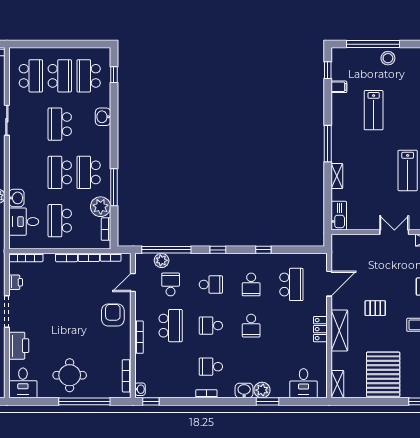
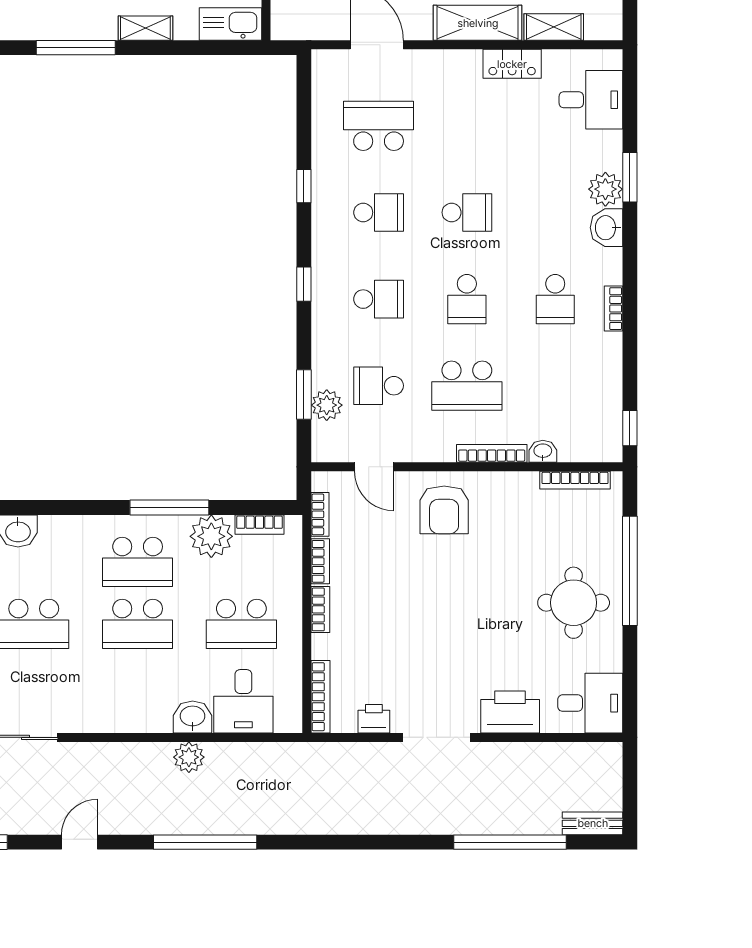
window: (166, 250) -> (304, 394), width x0.47
school desk: (211, 284) -> (379, 299), turned 90
armchair: (113, 315) -> (444, 510), turned -90
school desk: (171, 326) -> (467, 386), turned 180
locker: (320, 329) -> (512, 64), moved
shelving: (337, 384) -> (554, 27), moved
washbasin: (140, 389) -> (543, 451), moved

